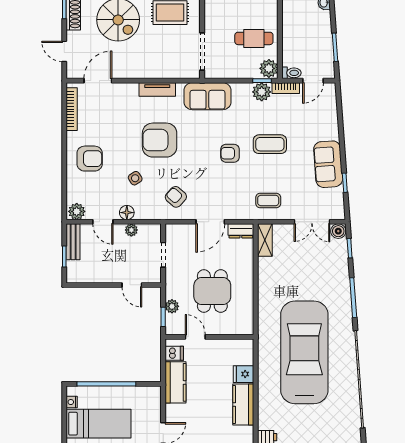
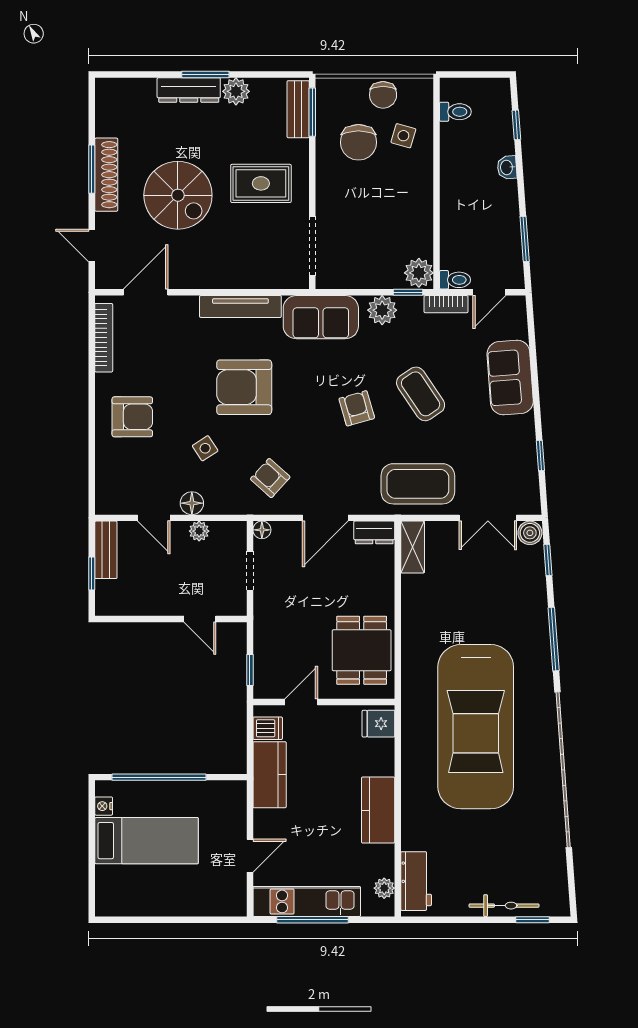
cafe table: (254, 38) -> (395, 225), removed
tv unit: (157, 90) -> (240, 306), width x1.41
plant: (262, 92) -> (382, 310), moved
coffee table: (270, 144) -> (421, 394), turned 56
armchair: (230, 153) -> (357, 408), turned 74
sofa: (328, 164) -> (510, 377), moved
coffee table: (268, 200) -> (418, 484), width x1.86, depth x1.72
plant: (77, 211) -> (112, 501), removed
floor lamp: (171, 229) -> (262, 530), added
dining table: (212, 291) -> (362, 650), moved
plant: (172, 306) -> (264, 653), removed
door: (195, 337) -> (301, 702), hinge flipped
car: (304, 352) -> (476, 727), turned 180
fridge: (244, 374) -> (378, 724), moved

